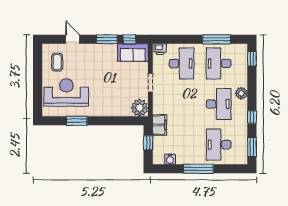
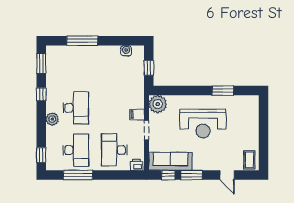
sofa: (133, 53) -> (170, 161), width x1.36
coffee table: (57, 62) -> (249, 160), moved
reception desk: (66, 93) -> (203, 124), moved
desk: (219, 104) -> (76, 108), turned 180
filing cabinet: (160, 125) -> (137, 115), moved, width x0.50
desk: (219, 145) -> (76, 66), removed
window: (198, 169) -> (82, 41), moved

